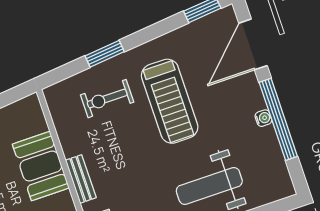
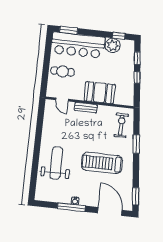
exercise bike: (107, 99) -> (121, 125), moved
window: (278, 119) -> (71, 207), width x0.68

